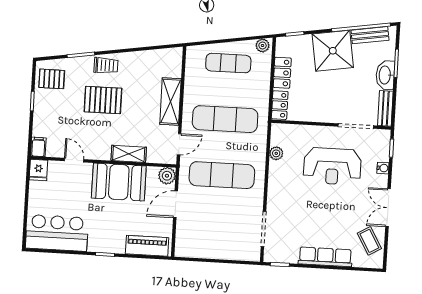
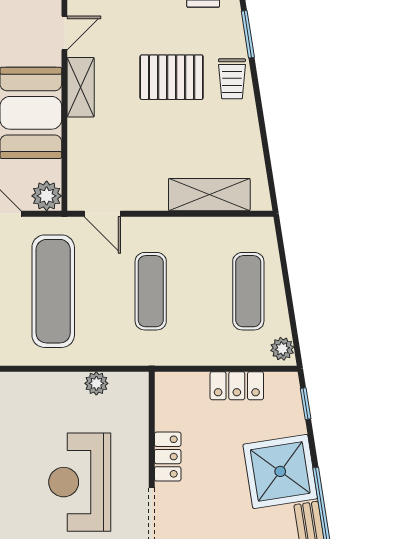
pallet: (103, 100) -> (172, 77), turned 90
shelving: (170, 101) -> (209, 195), moved
locker: (280, 105) -> (168, 457), moved, turned -90
exercise mat: (225, 119) -> (151, 291), width x0.73, depth x0.69
shelving: (129, 154) -> (81, 87), moved

